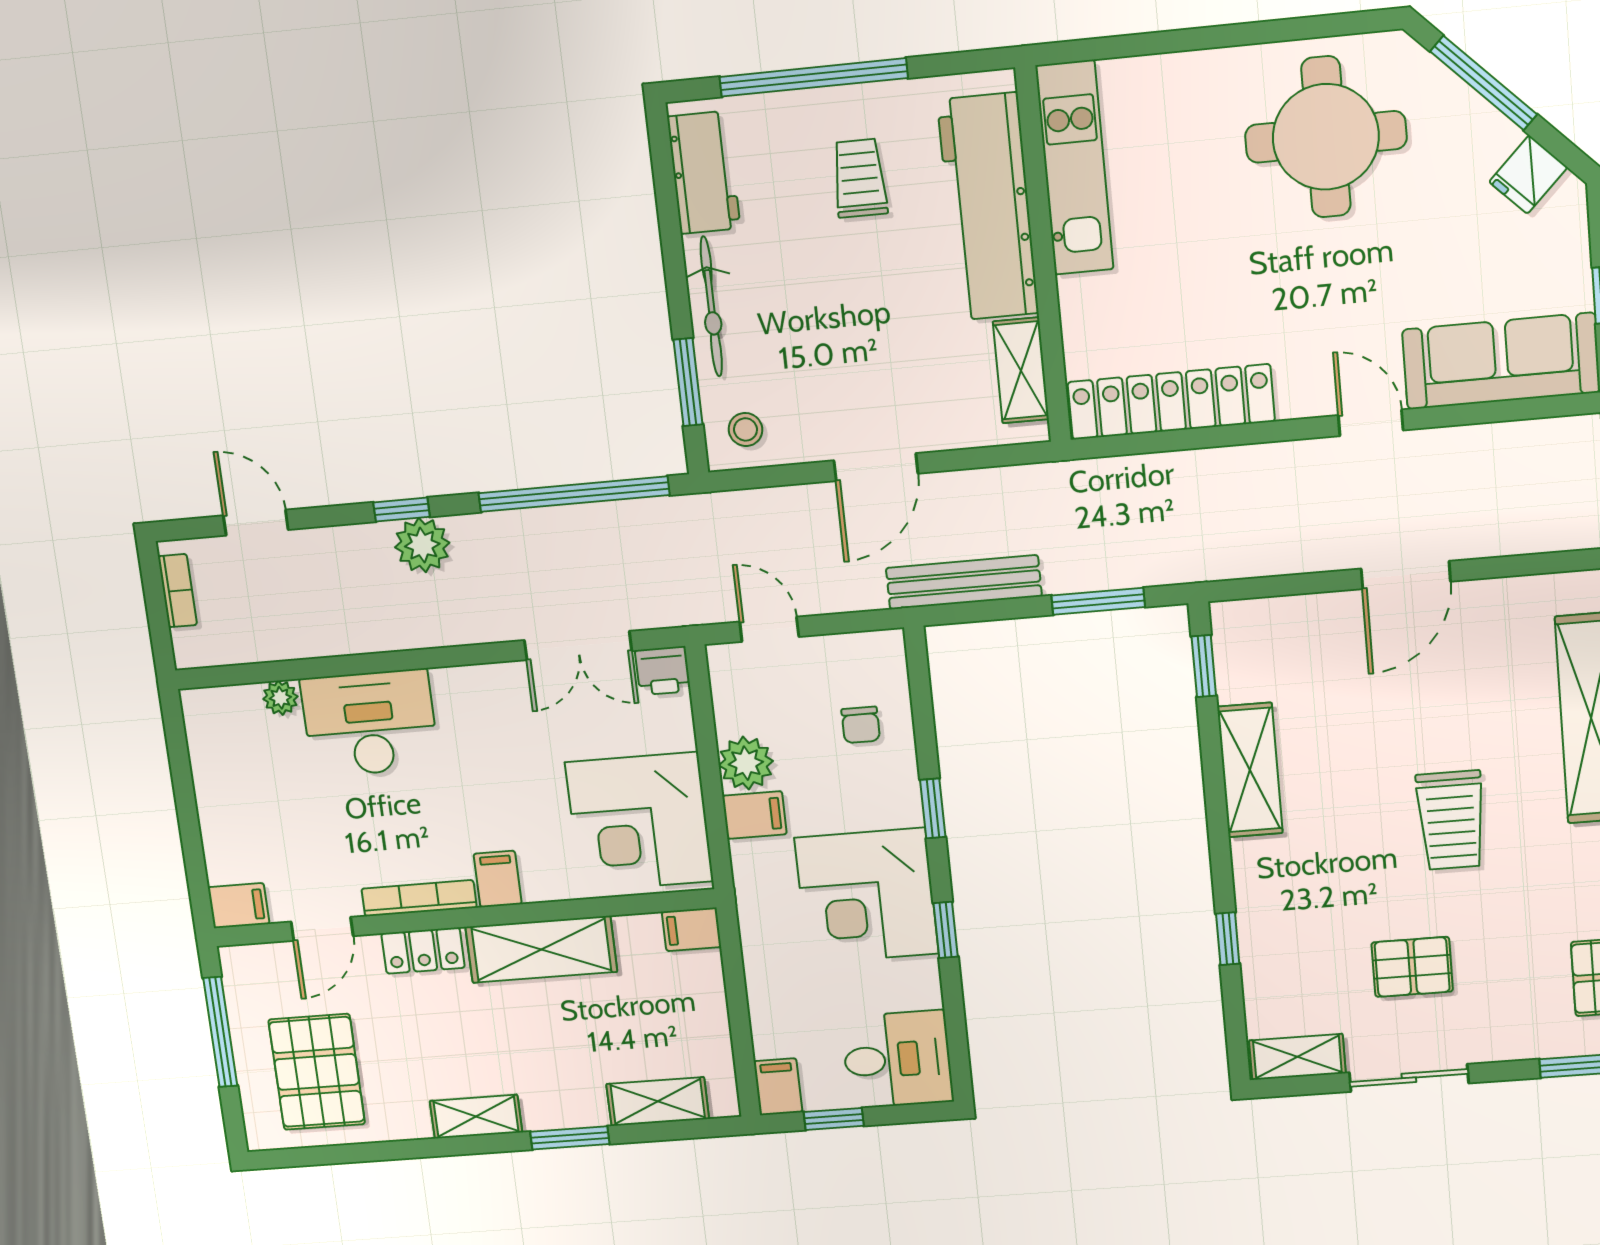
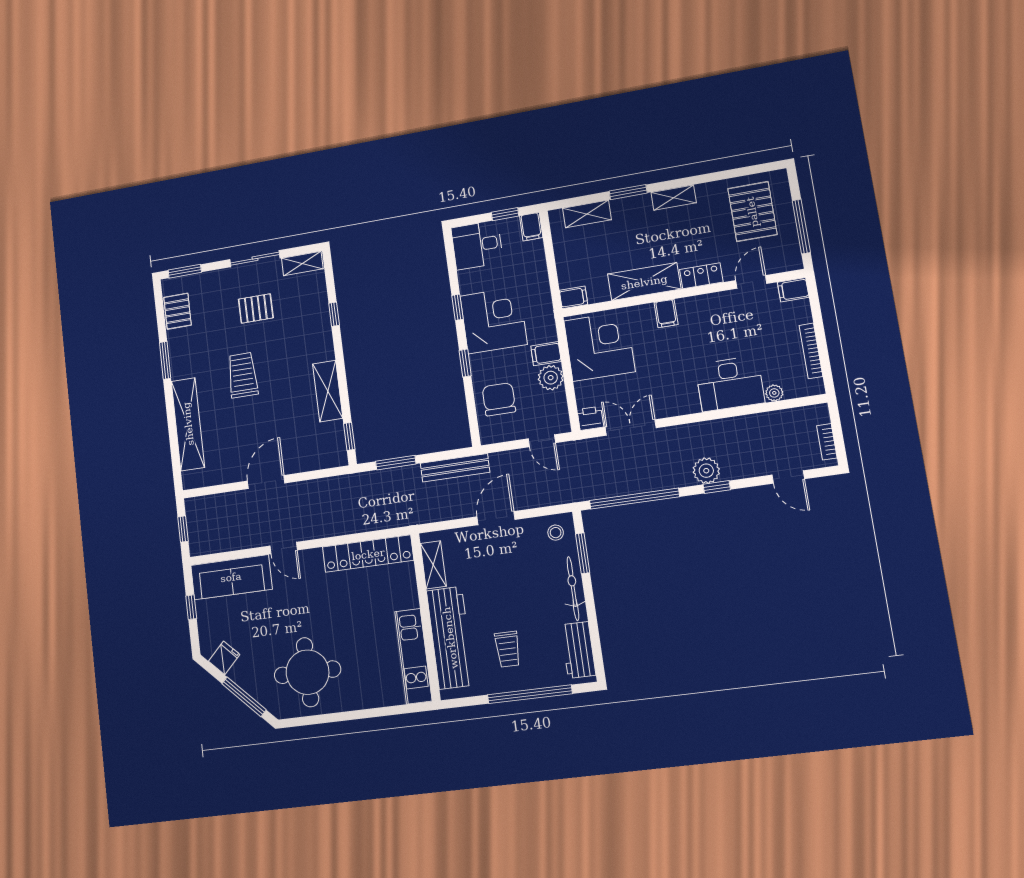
chair: (861, 725) -> (499, 399), width x1.87, depth x1.87
bookcase: (419, 898) -> (811, 351), moved, turned 90

